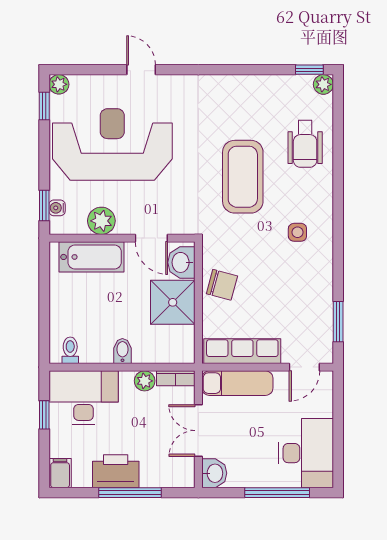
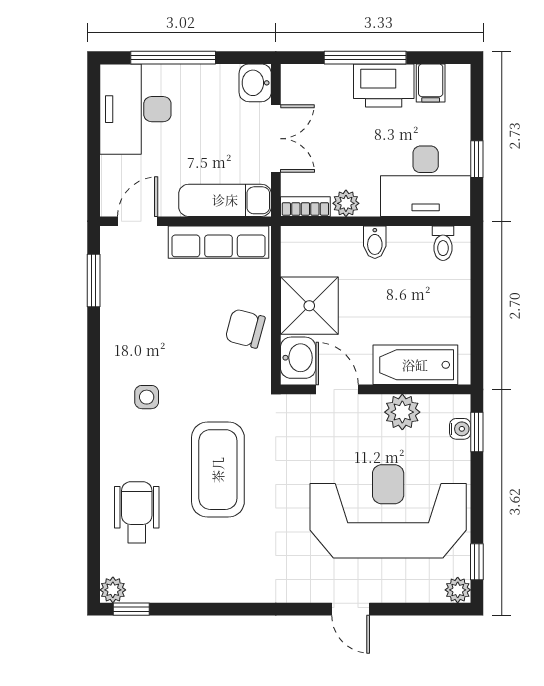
reception desk: (112, 145) -> (388, 511), turned 180
filing cabinet: (60, 473) -> (431, 83), moved

